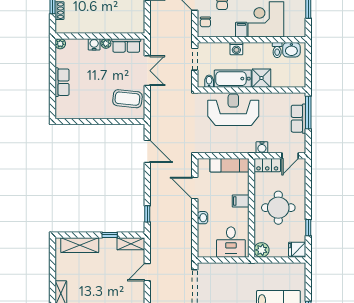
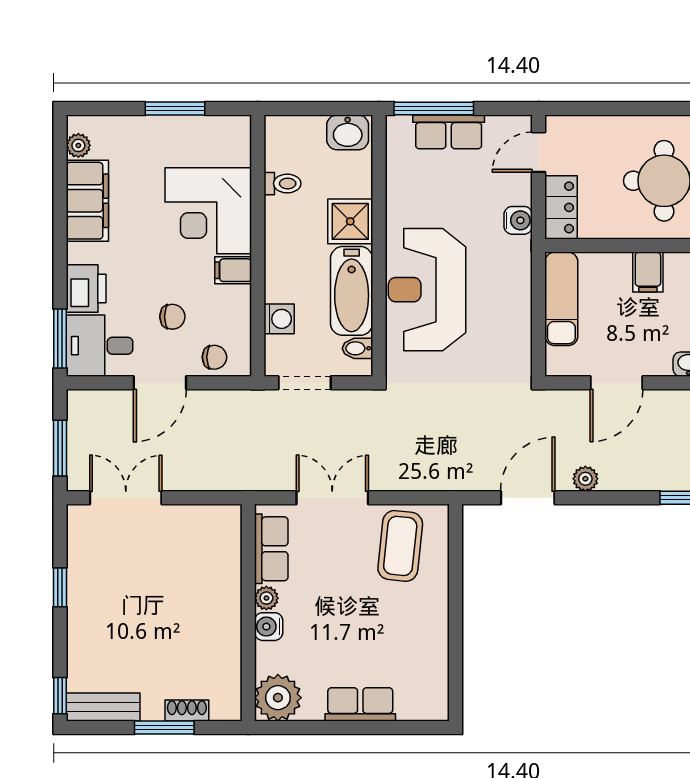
plant: (60, 44) -> (278, 698), width x1.87, depth x1.87
washing machine: (236, 49) -> (279, 319), moved
washbasin: (291, 50) -> (348, 132), moved, turned 90
door: (290, 156) -> (539, 152), swing flipped
plant: (155, 175) -> (585, 479), added

